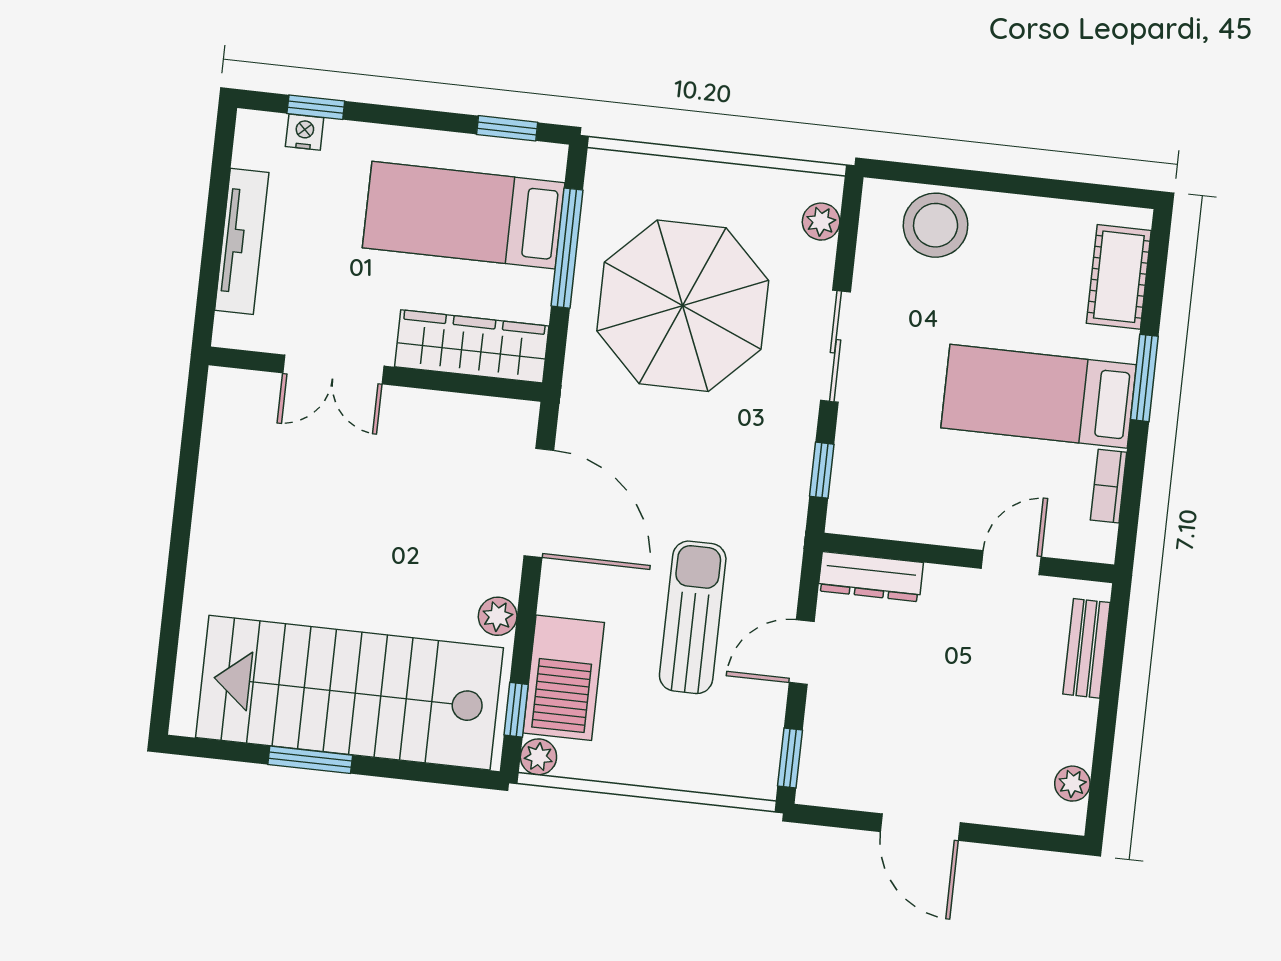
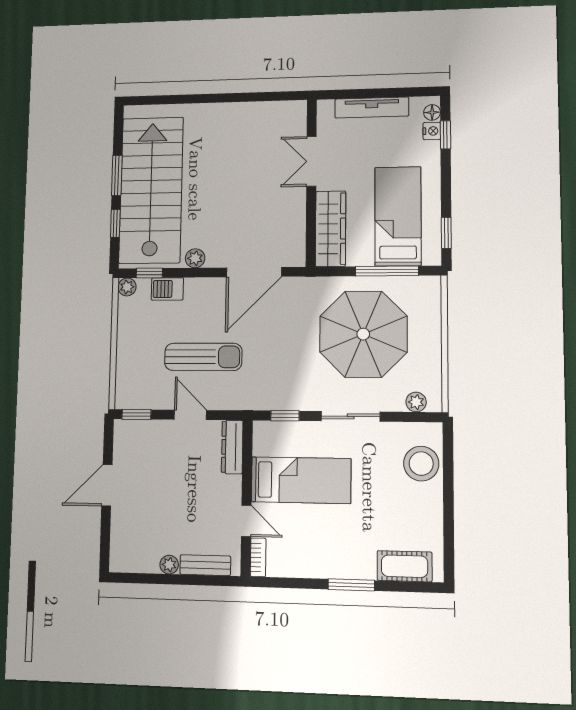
floor lamp: (268, 127) -> (432, 112), added
bed: (1039, 396) -> (301, 480), moved, turned 90
bookcase: (1109, 486) -> (258, 557), moved, turned 90
barbecue: (564, 678) -> (167, 289), width x0.53, depth x0.65
window: (408, 771) -> (115, 223), added
plant: (1072, 784) -> (169, 565), moved

